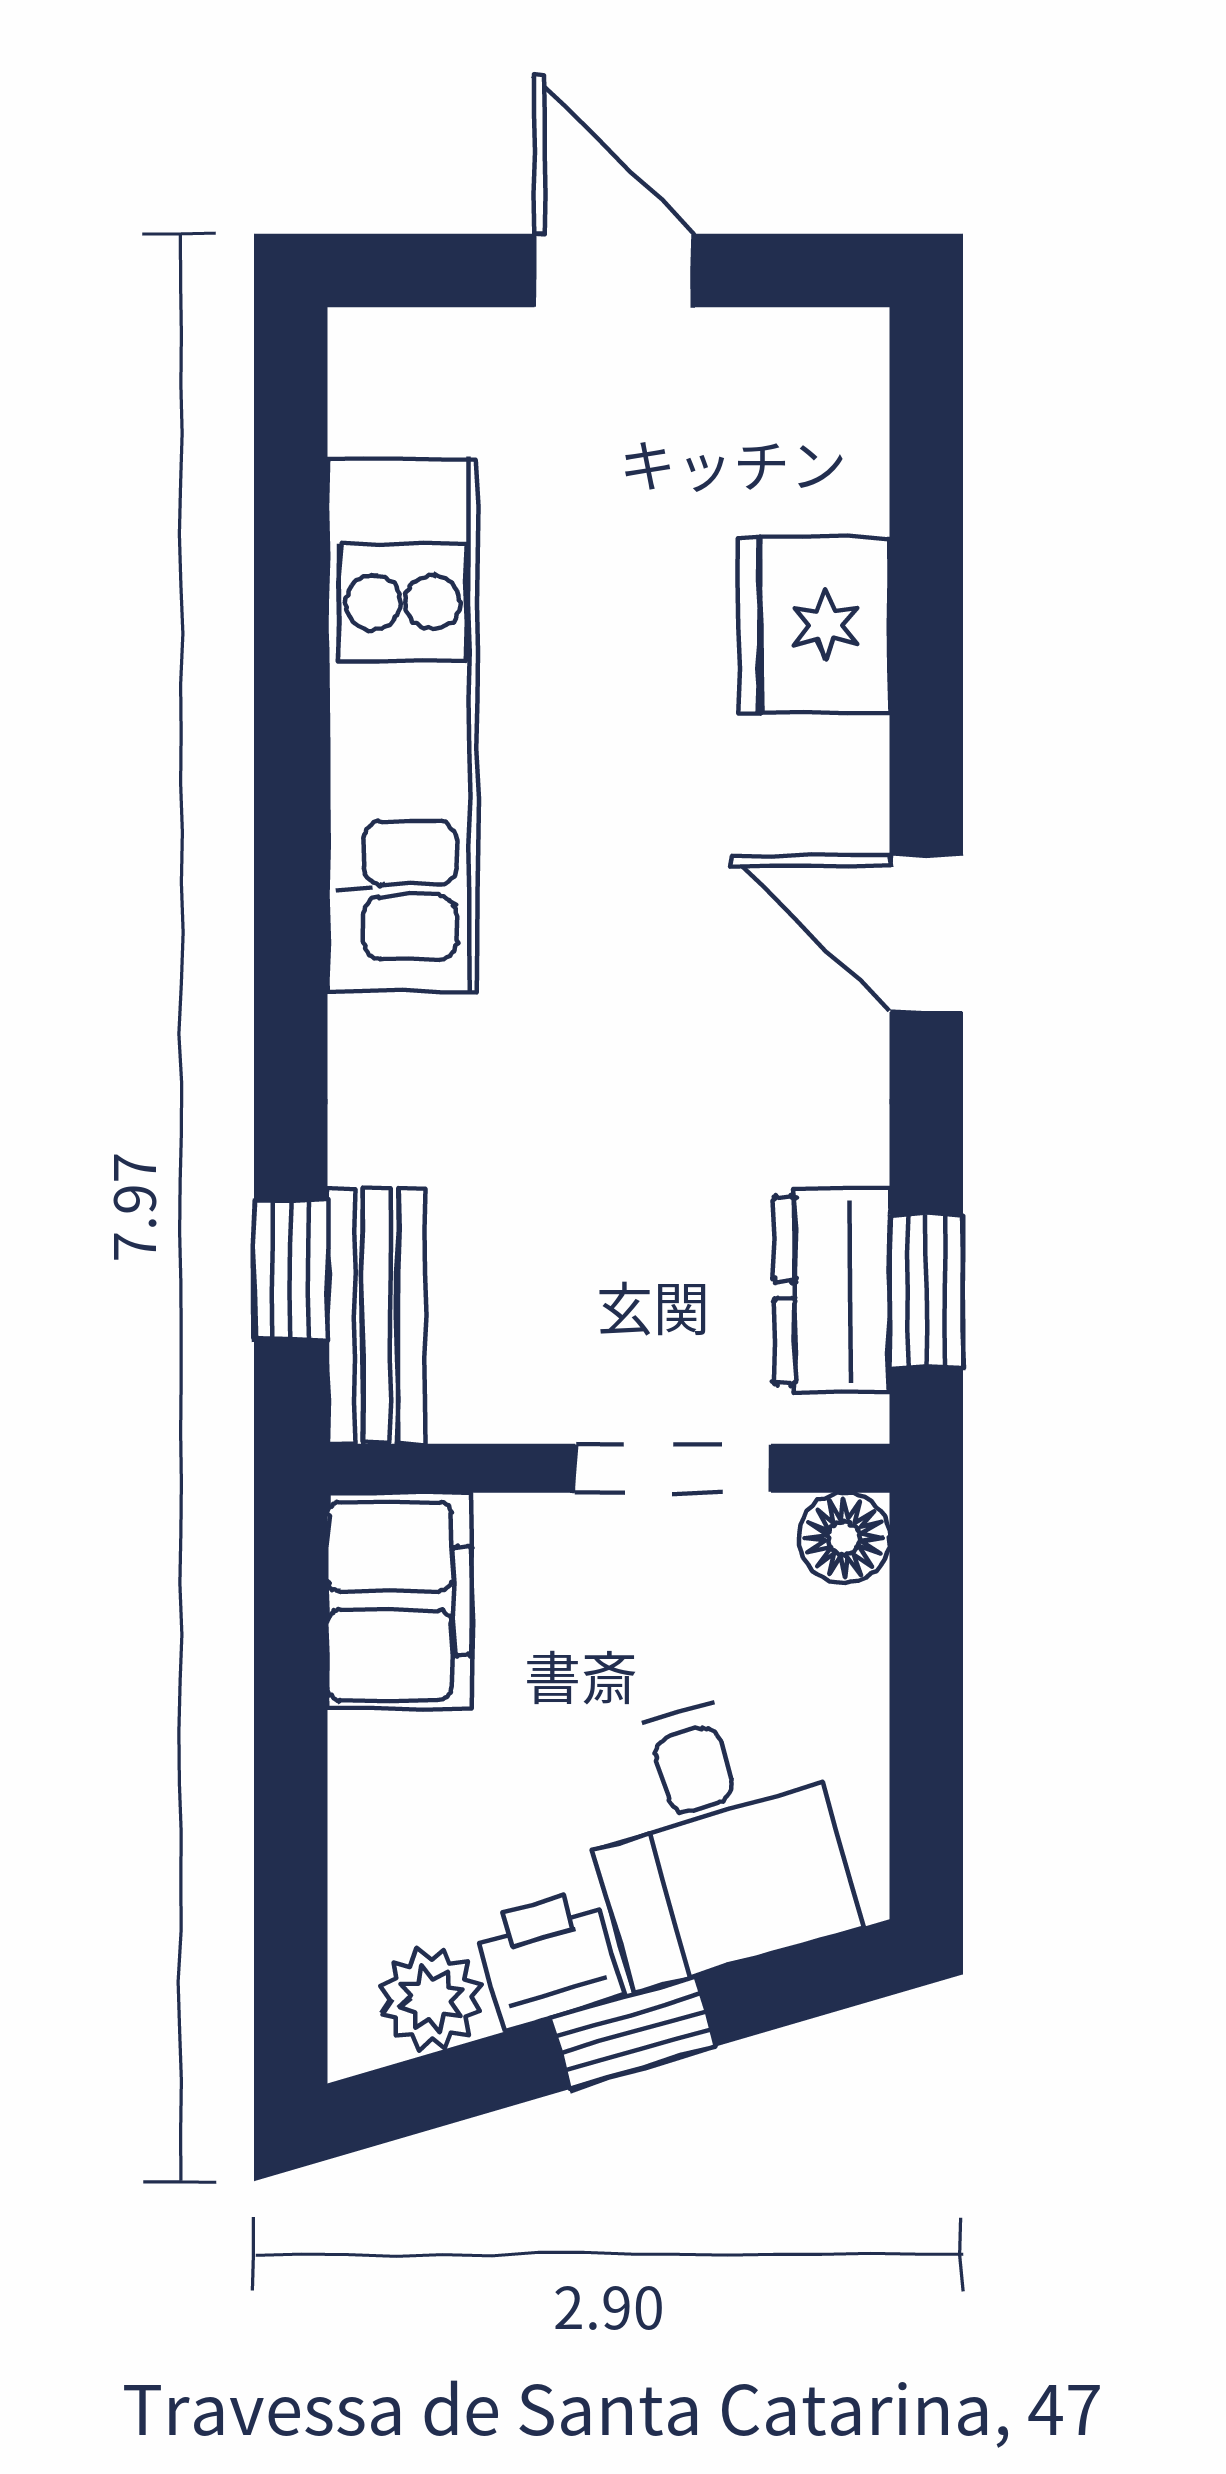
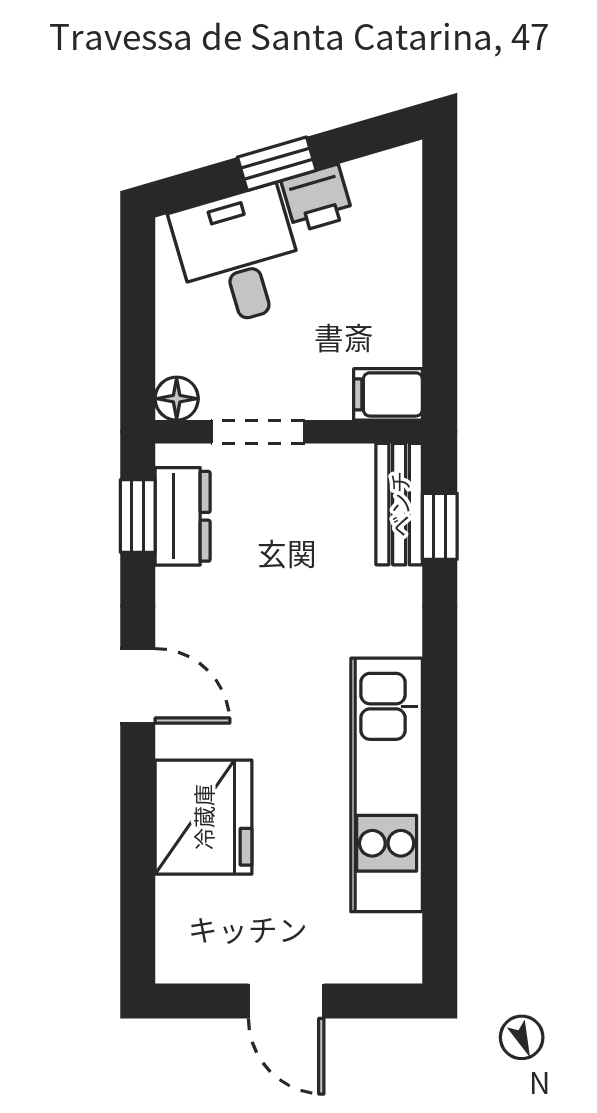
fridge: (814, 626) -> (203, 817), width x1.36, depth x1.34
filing cabinet: (400, 1601) -> (388, 394), width x0.50
plant: (431, 1999) -> (373, 180), removed

